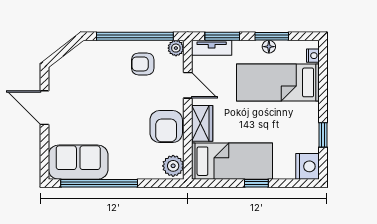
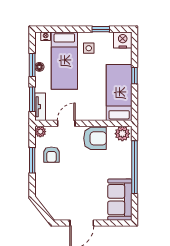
window: (135, 36) -> (32, 160), width x0.47
side table: (296, 118) -> (89, 48), added
wardrobe: (202, 123) -> (93, 113), removed
window: (99, 183) -> (134, 167), moved

